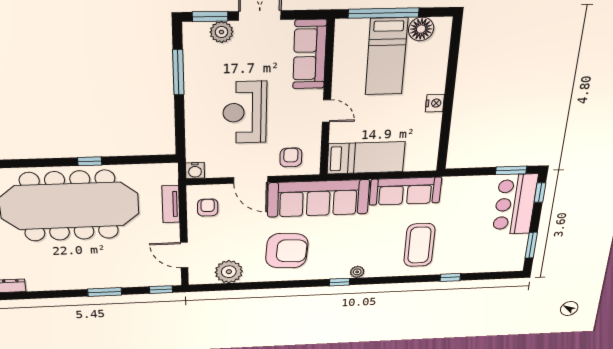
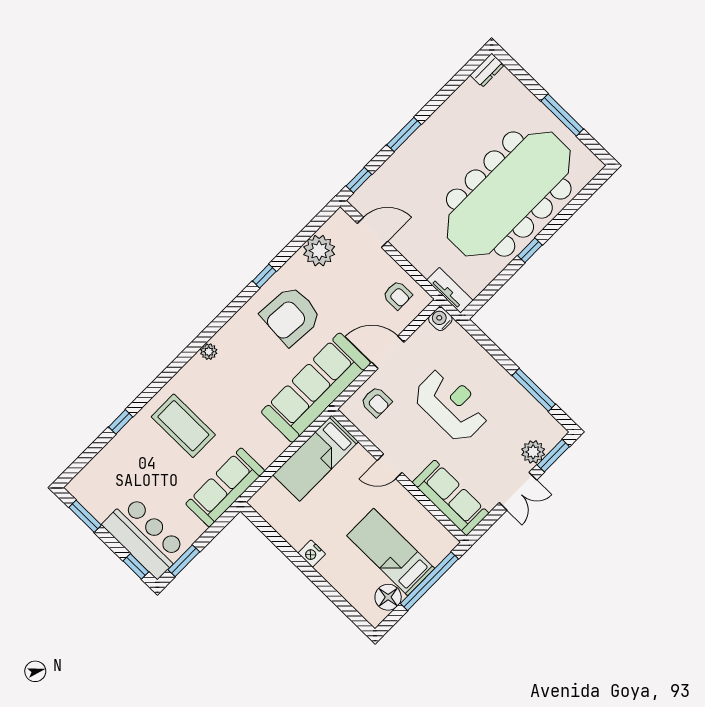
sofa: (405, 191) -> (225, 487), moved
tv unit: (171, 204) -> (450, 290), moved
window: (340, 282) -> (264, 276), moved

